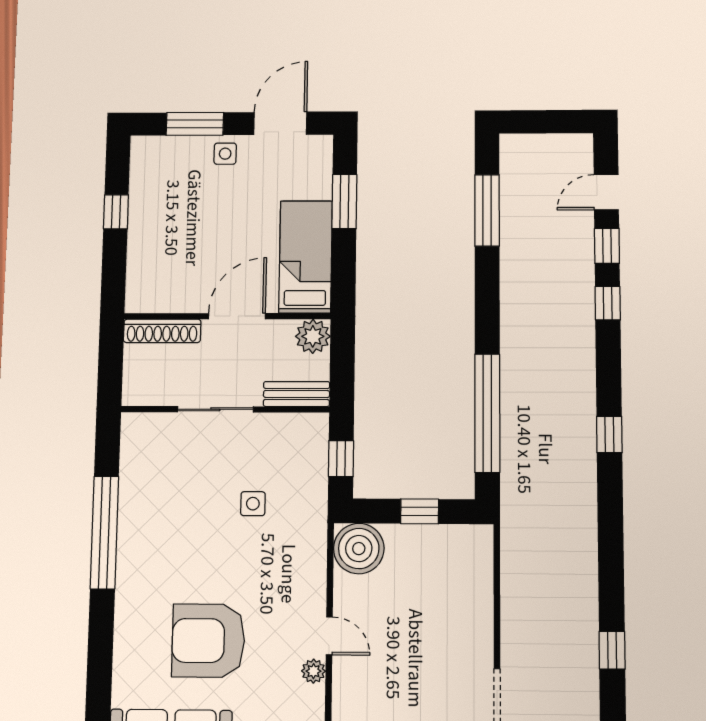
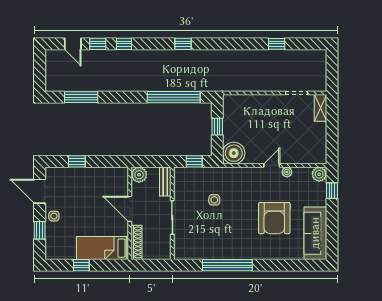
window: (195, 124) -> (40, 230), width x0.67
window: (344, 202) -> (77, 161), width x0.67
bed: (306, 257) -> (103, 248), moved

